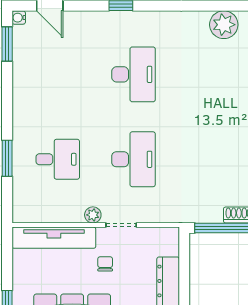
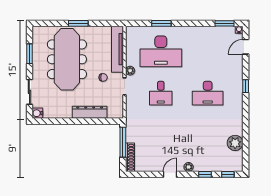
desk: (58, 159) -> (161, 51), width x1.87, depth x1.30
desk: (134, 159) -> (161, 93), width x0.73

